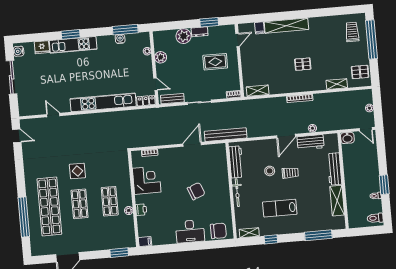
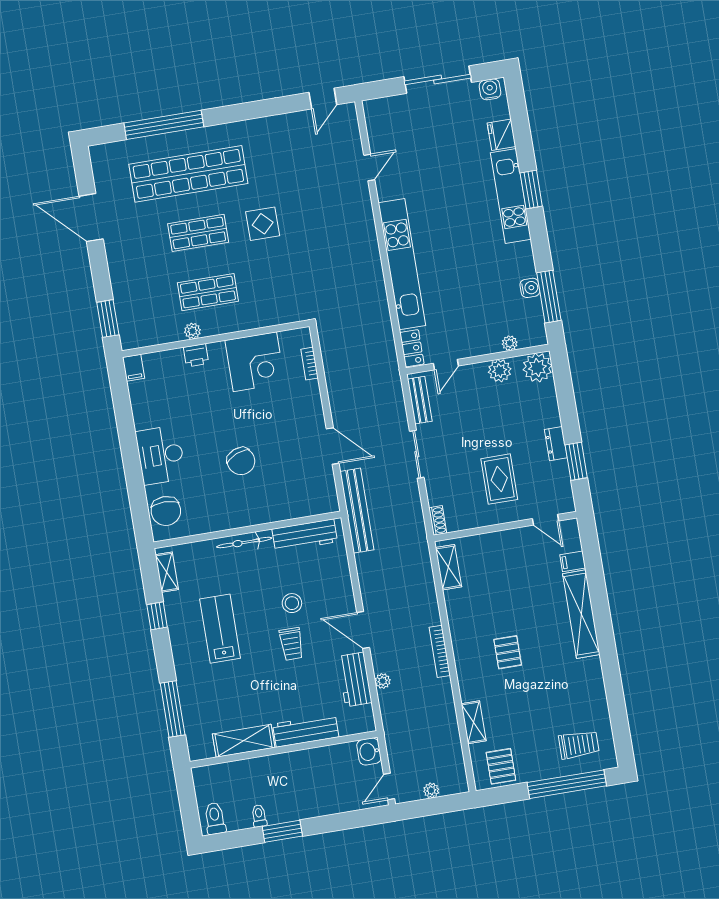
plant: (184, 36) -> (537, 368), moved

